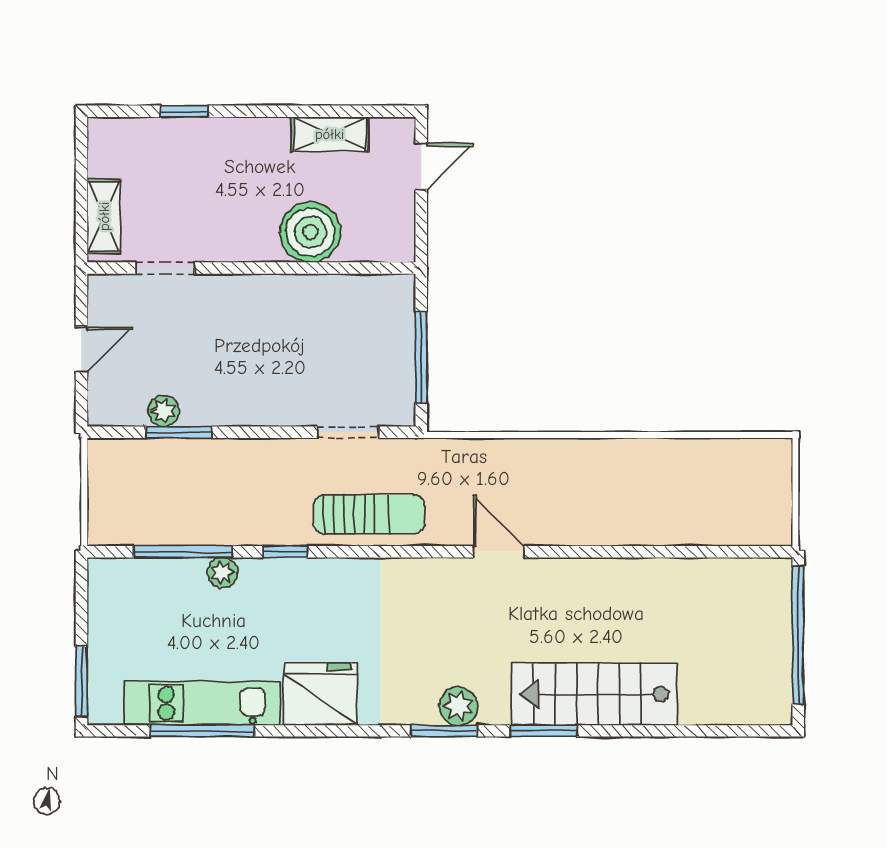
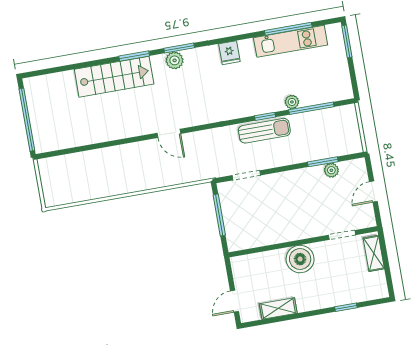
boiler: (310, 232) -> (300, 259), moved
sun lounger: (369, 514) -> (264, 131), moved, turned 180
fridge: (320, 694) -> (229, 53), width x0.53, depth x0.75

